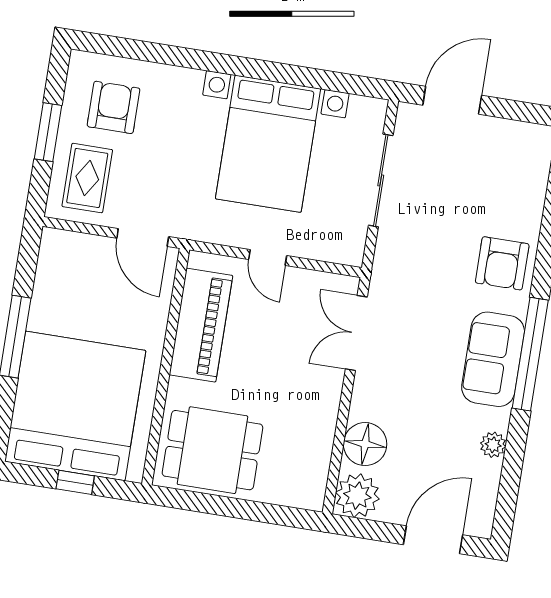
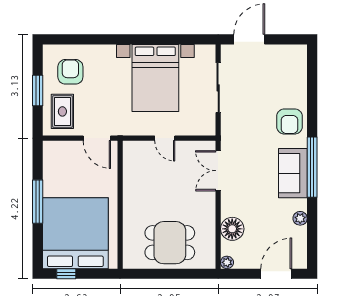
piano: (201, 325) -> (135, 180), removed
dining table: (212, 450) -> (170, 243), moved
window: (75, 482) -> (66, 274), moved
plant: (357, 496) -> (227, 262), width x0.53, depth x0.53

